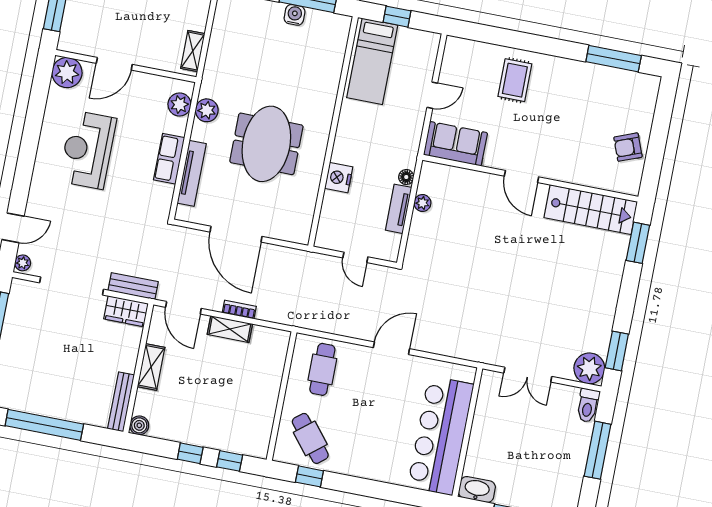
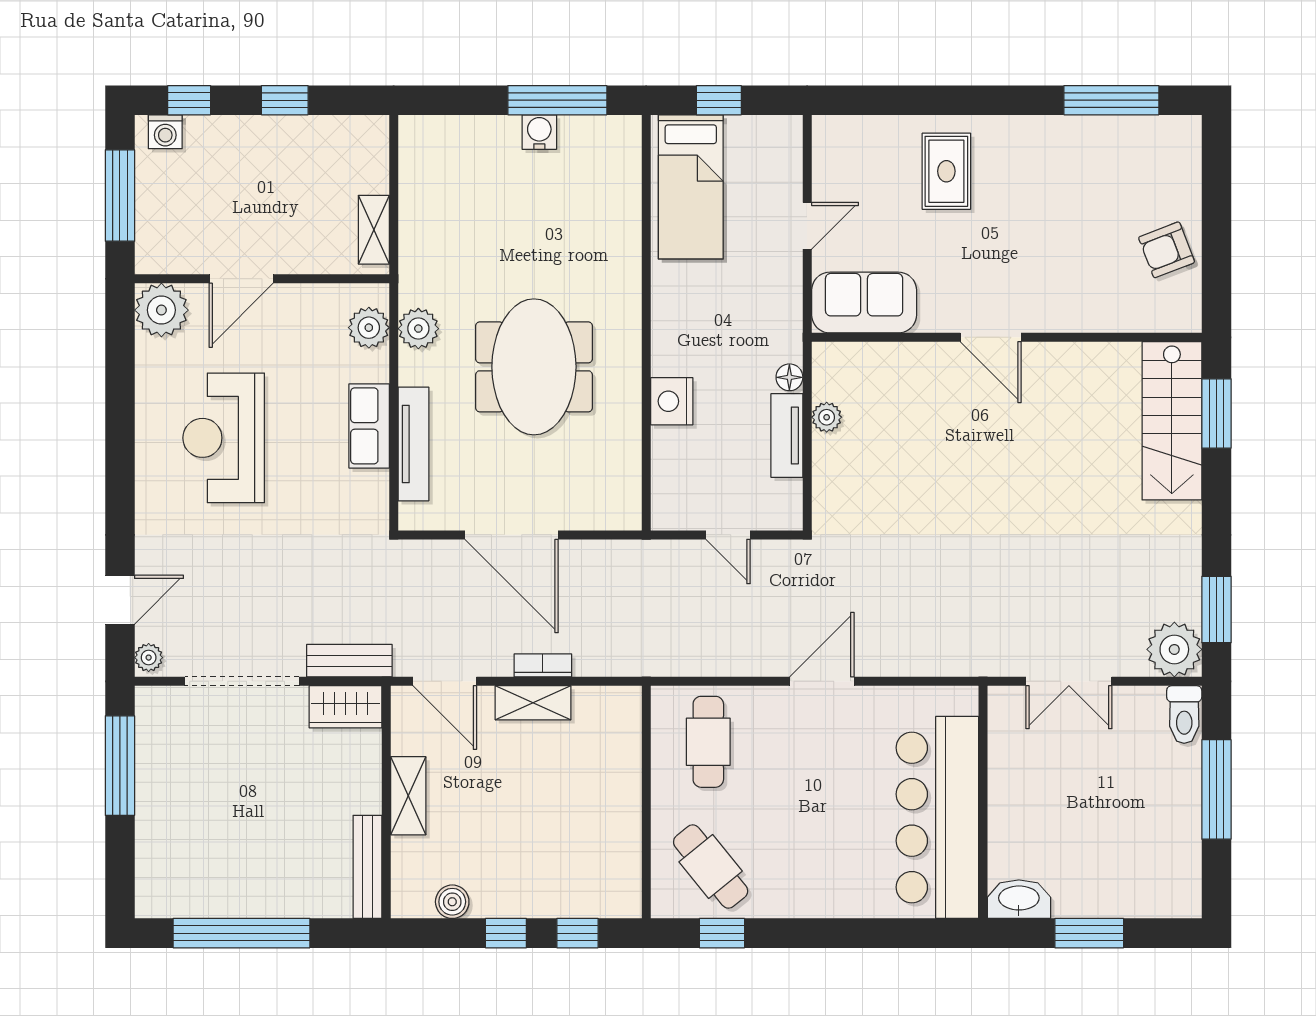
stairs: (591, 210) -> (1172, 421), moved, turned 90
boiler: (139, 425) -> (452, 902), moved

